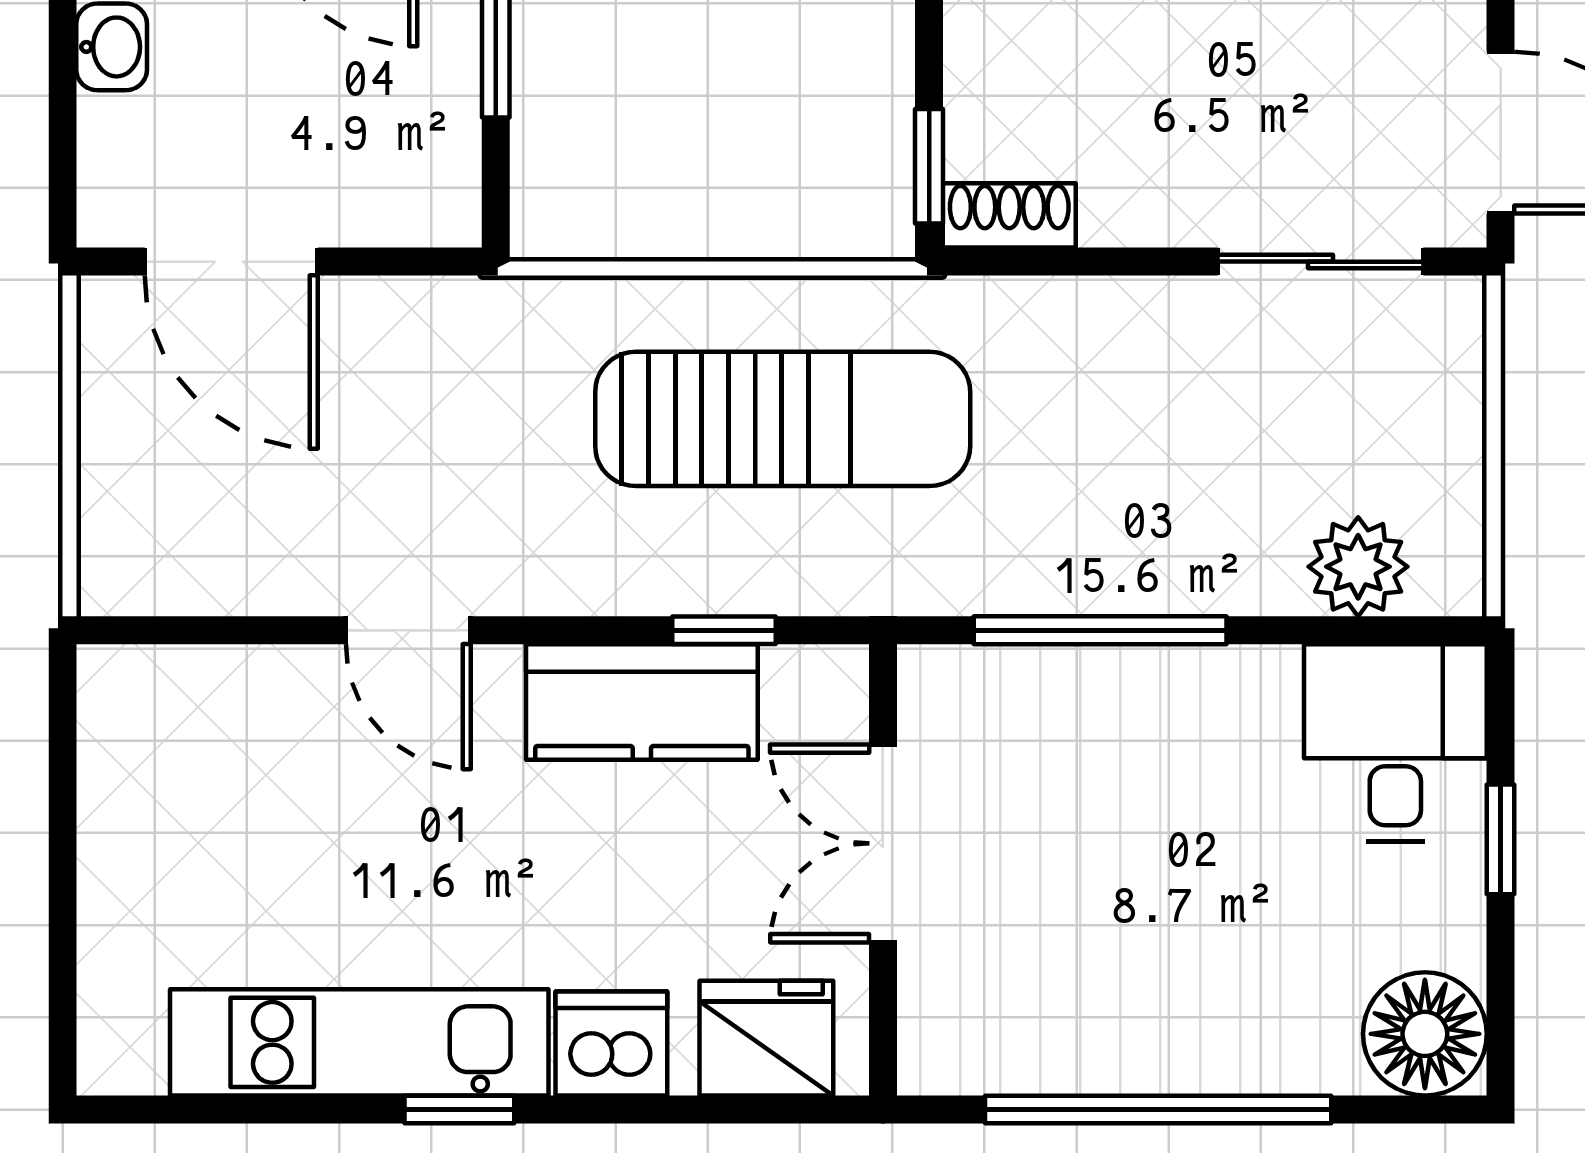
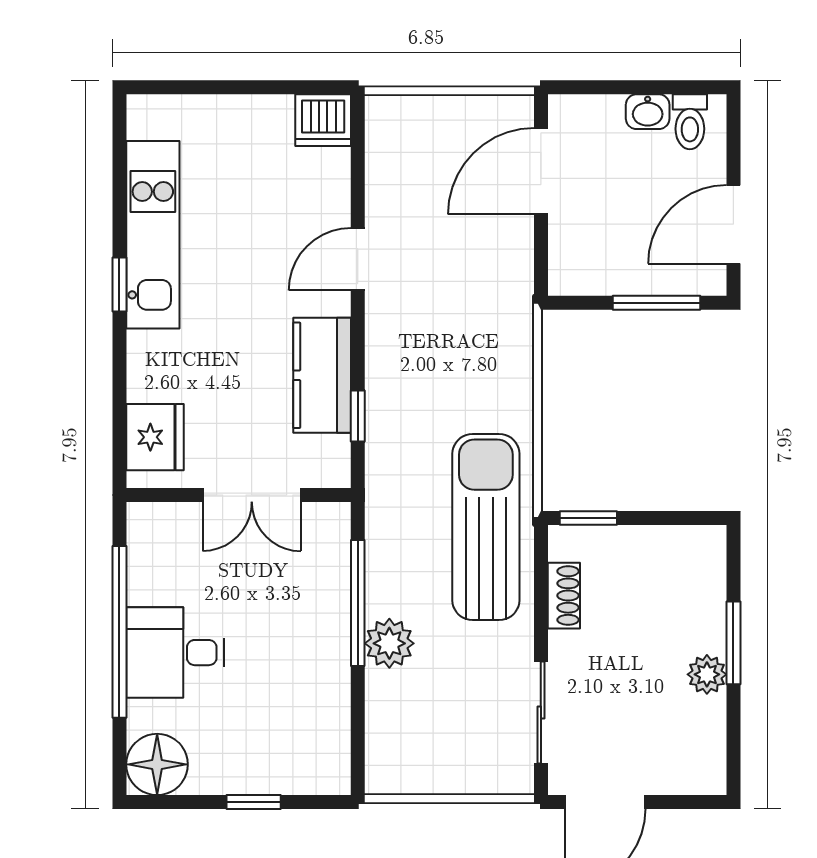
shoe rack: (1009, 215) -> (564, 596), moved
sun lounger: (783, 419) -> (486, 527), moved, turned 180
plant: (1358, 567) -> (389, 643), moved
desk: (1395, 743) -> (175, 653), moved, turned 180
double door: (883, 843) -> (252, 495), swing flipped
dishwasher: (611, 1044) -> (323, 120), moved, turned 90

